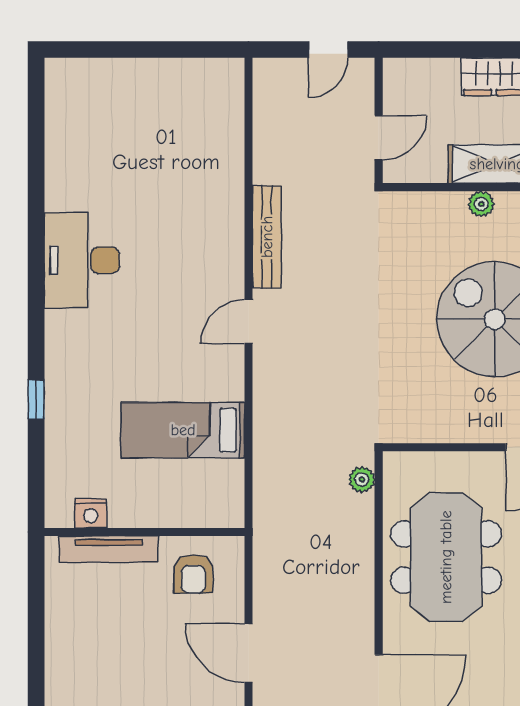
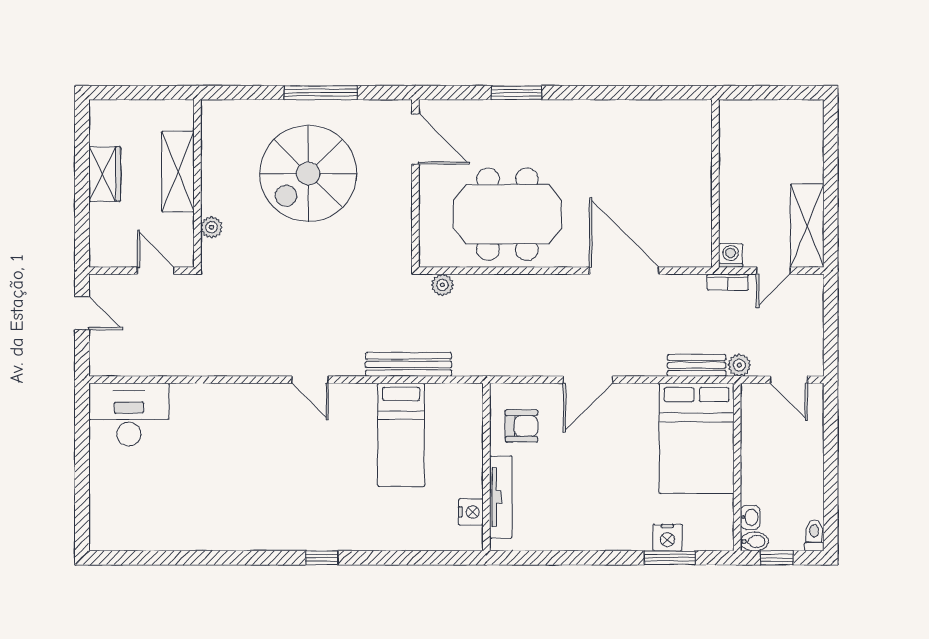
plant: (481, 204) -> (211, 227), moved
bench: (267, 237) -> (408, 364), moved
desk: (82, 260) -> (129, 415), moved, turned 180
window: (36, 399) -> (322, 558), moved

